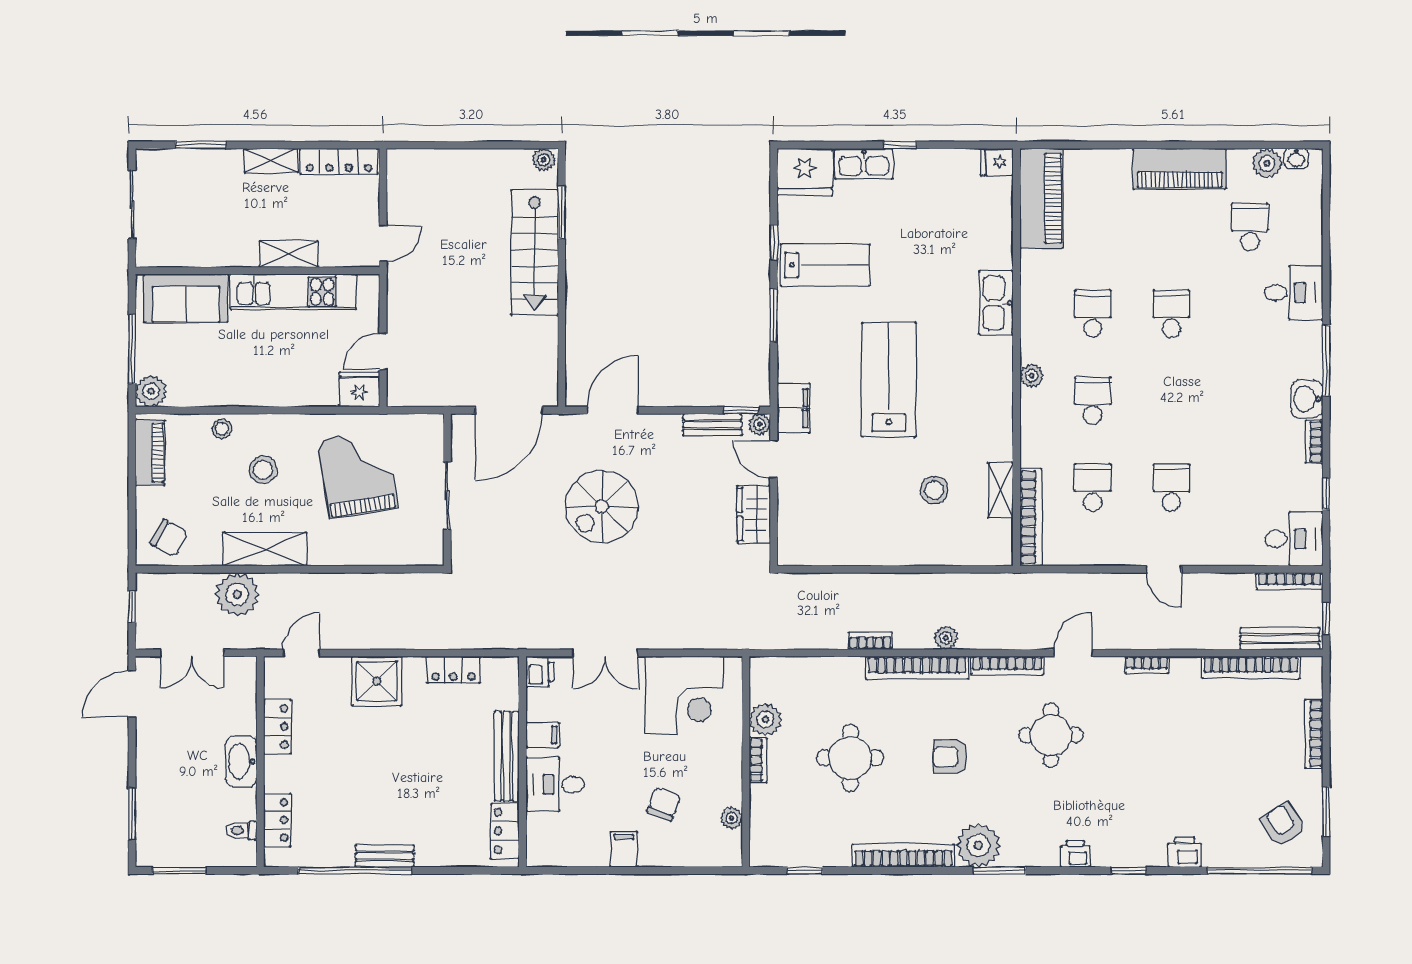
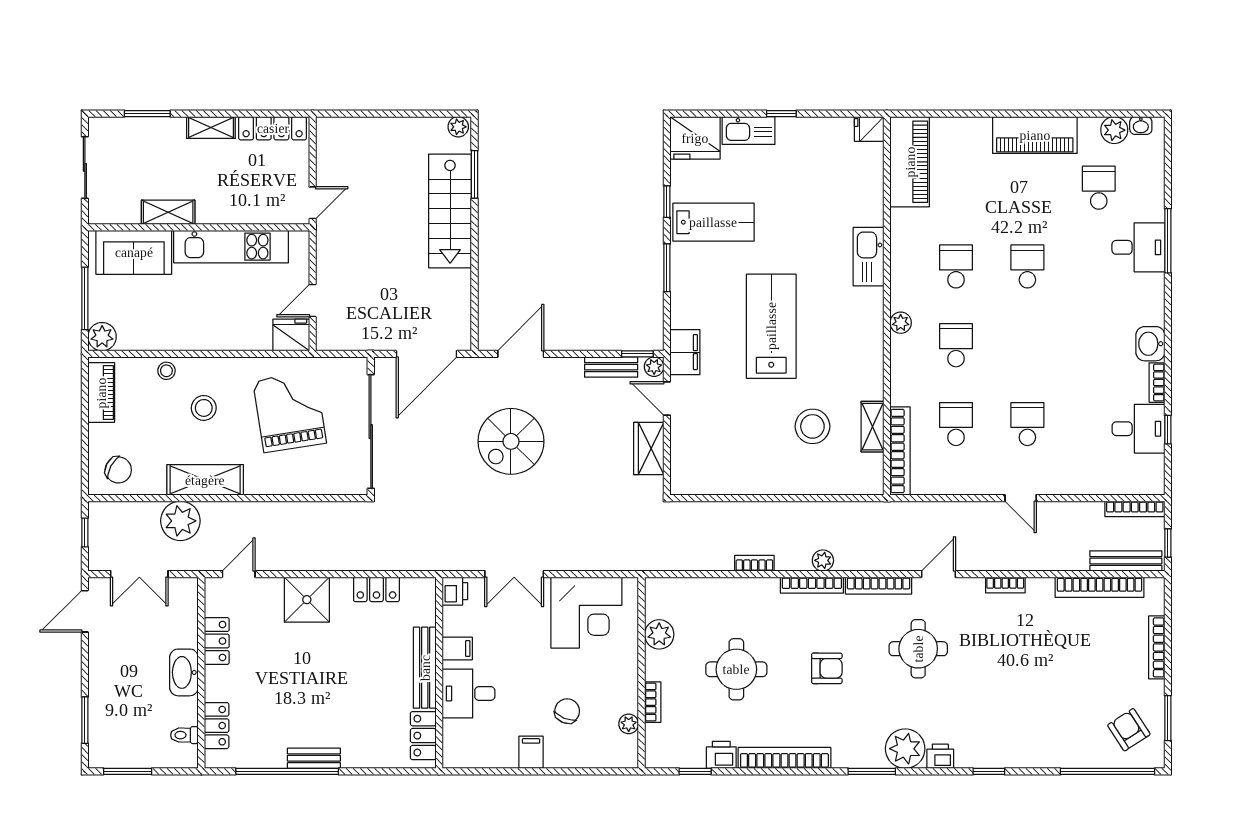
shelving: (289, 254) -> (168, 212), moved
window: (1326, 360) -> (1168, 241), moved
stool: (934, 490) -> (812, 426), width x1.38, depth x1.38
sliding door: (447, 496) -> (371, 432), width x1.86
desk: (1294, 539) -> (1138, 429), moved
bookcase: (917, 668) -> (812, 585), width x0.68, depth x0.76
armchair: (950, 757) -> (827, 668), turned 180
bookcase: (758, 760) -> (653, 702), moved
plant: (978, 845) -> (905, 749), moved
printer: (1185, 852) -> (721, 755), moved

